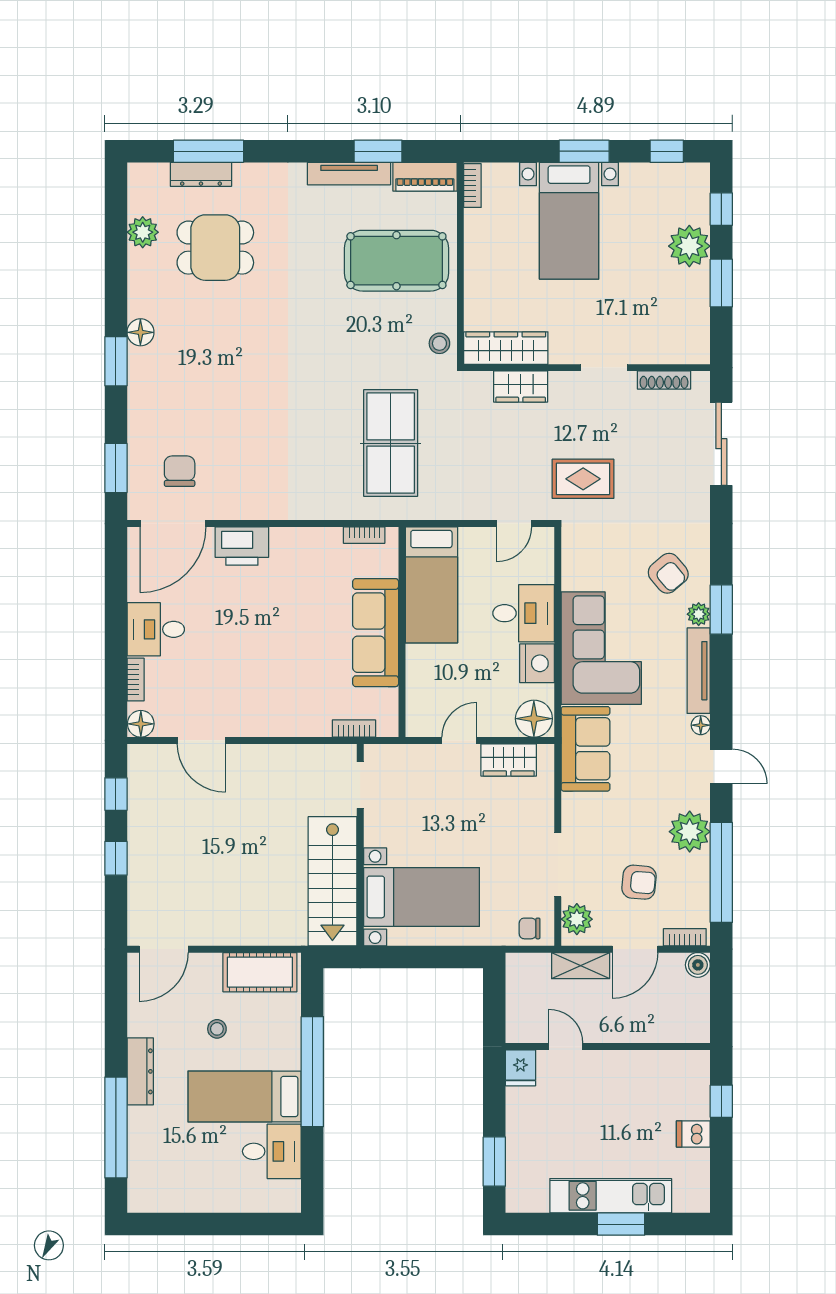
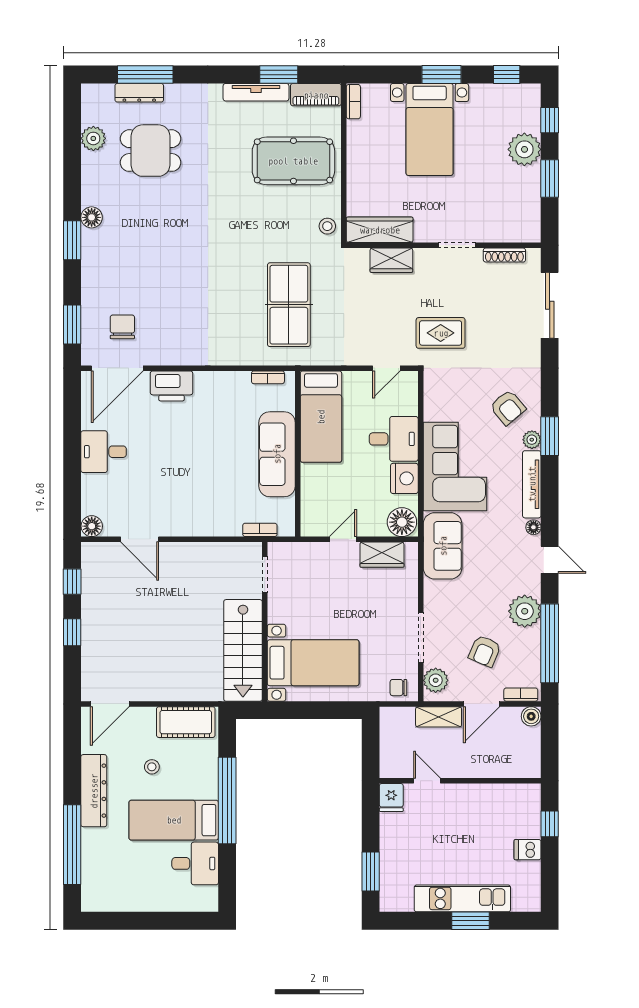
bookcase: (136, 680) -> (88, 491), removed
armchair: (639, 882) -> (485, 651), turned 108
dresser: (140, 1071) -> (94, 791), width x1.37, depth x1.24

